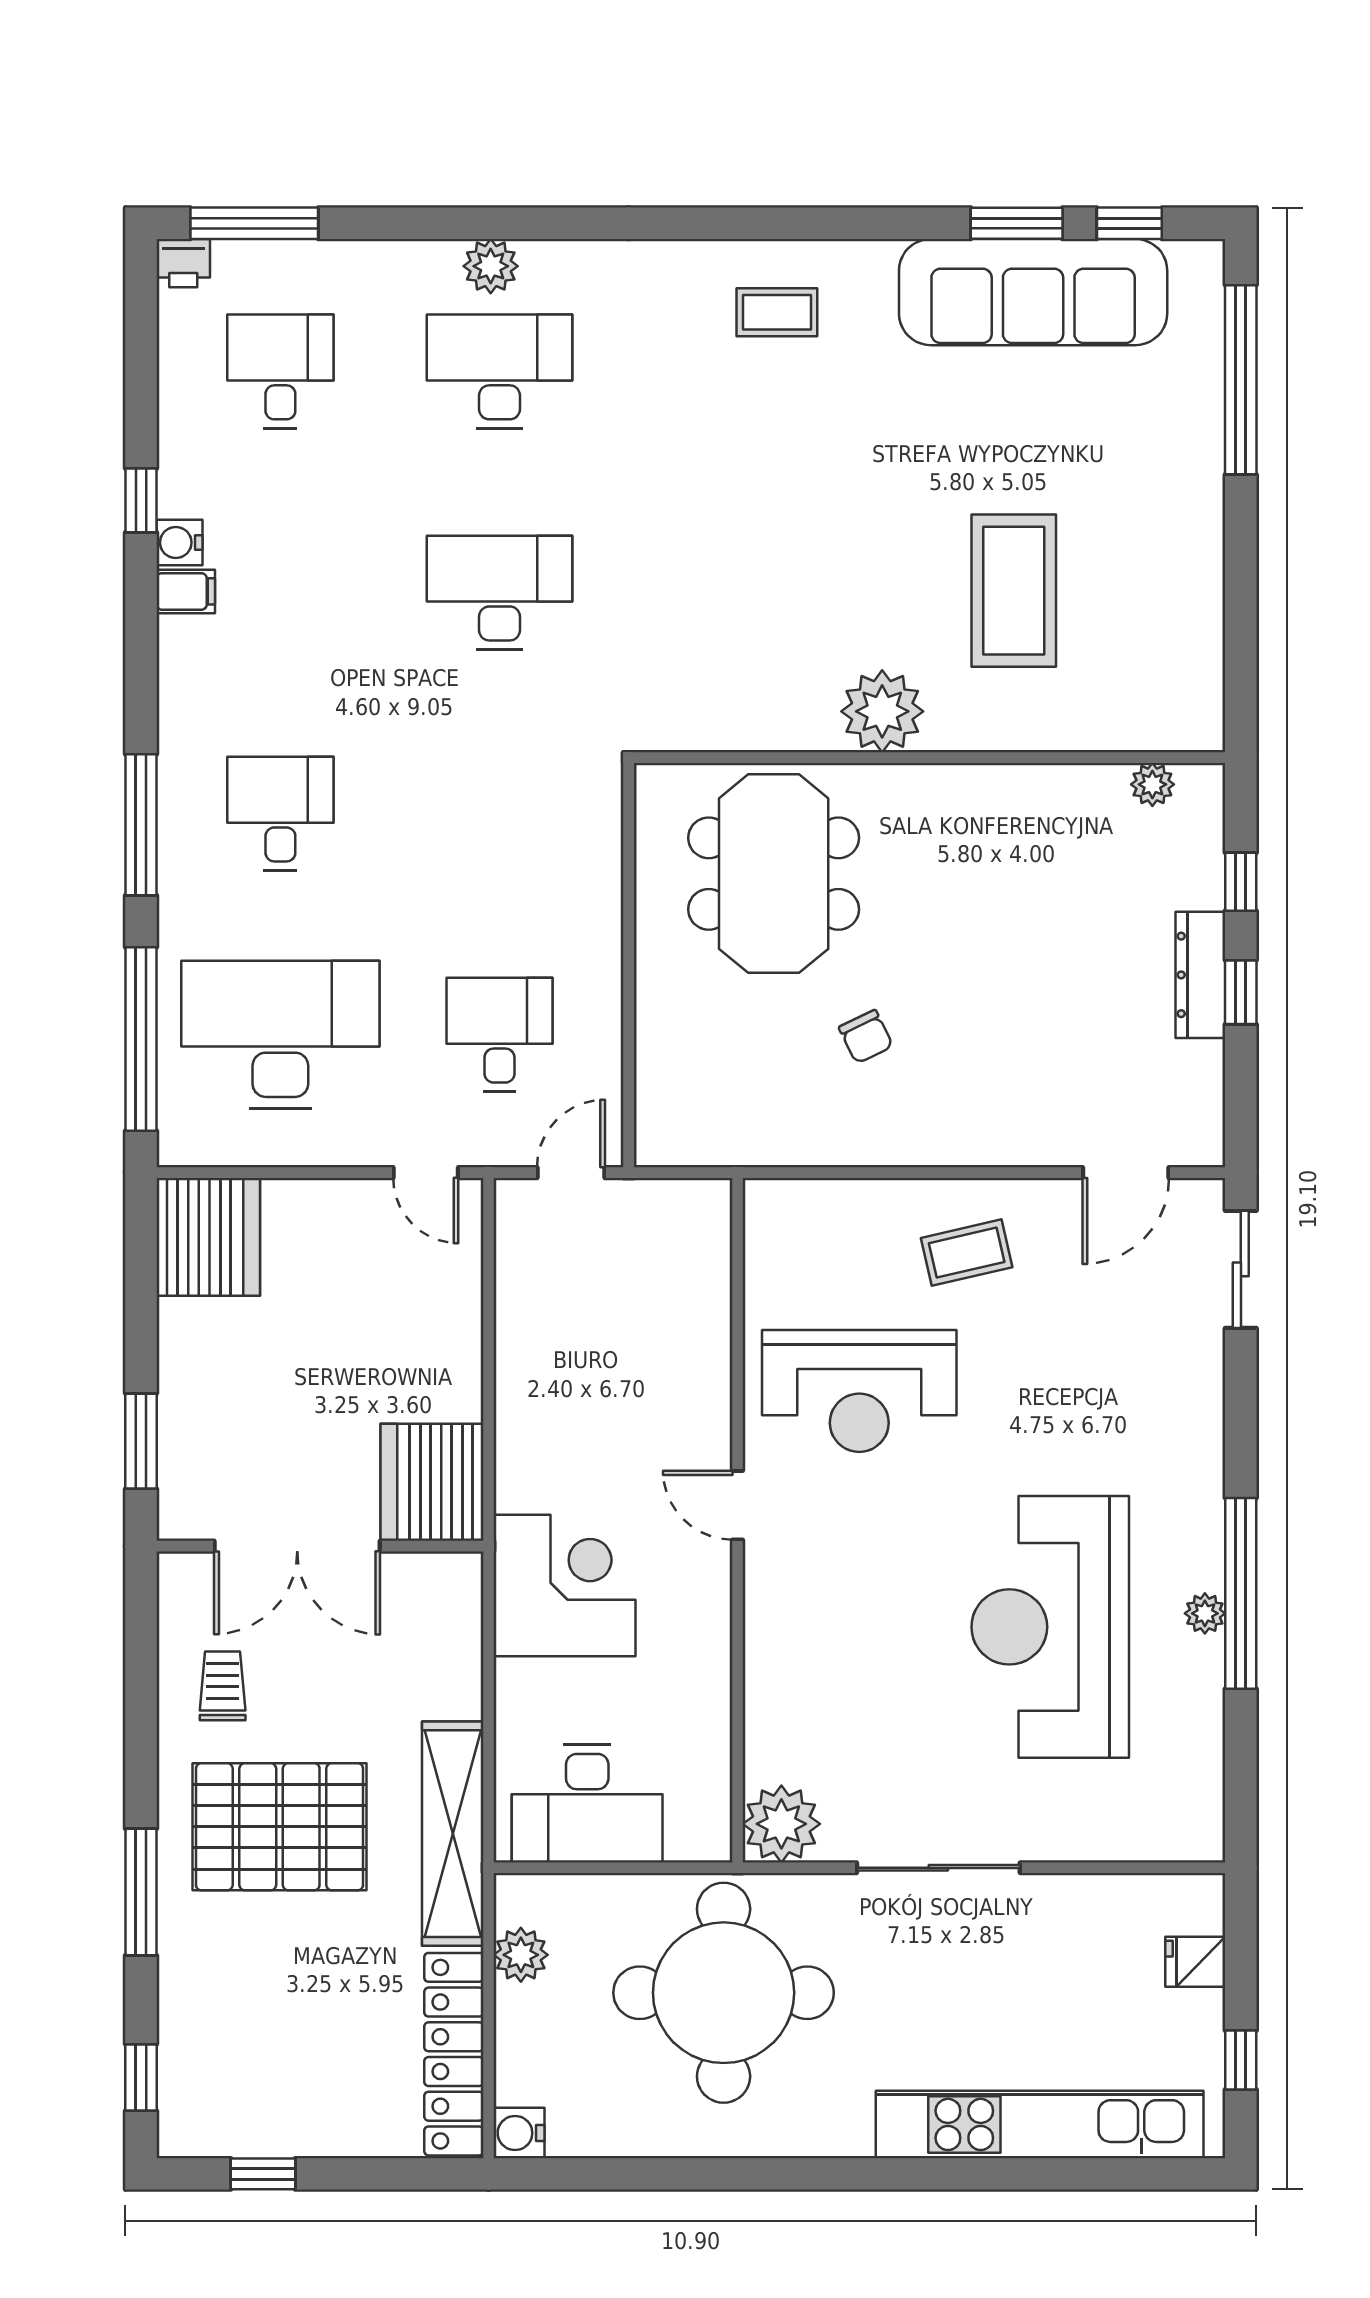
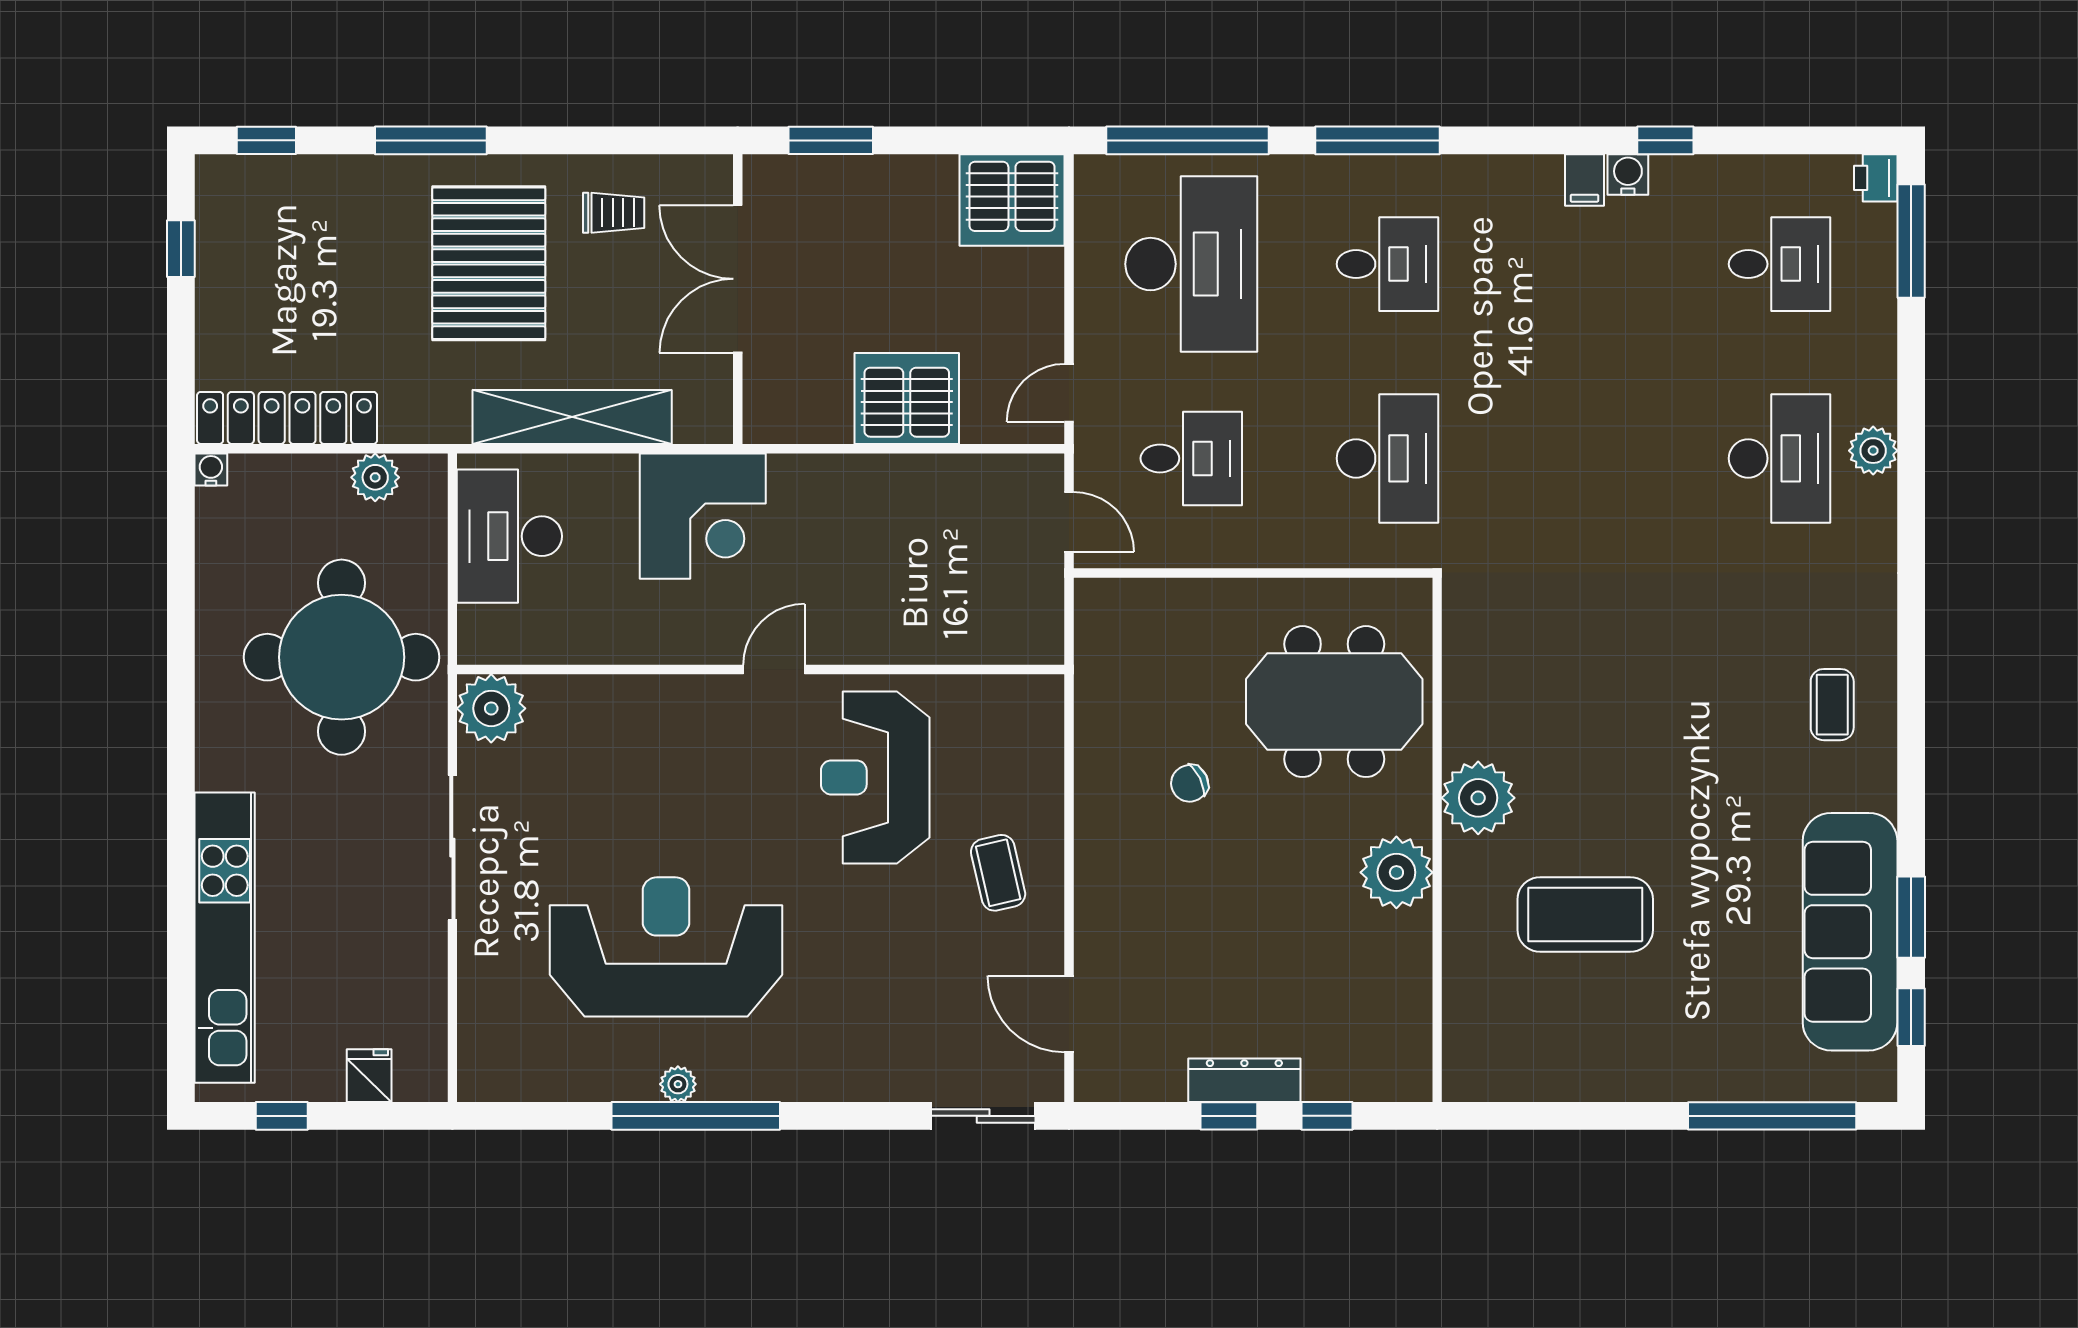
desk: (500, 593) -> (1387, 458), moved
plant: (1152, 784) -> (1396, 872), moved, width x1.87, depth x1.87
server rack: (432, 1482) -> (907, 399), moved
shelving: (453, 1834) -> (572, 417), moved
water cooler: (519, 2133) -> (211, 470), width x0.72, depth x0.72

